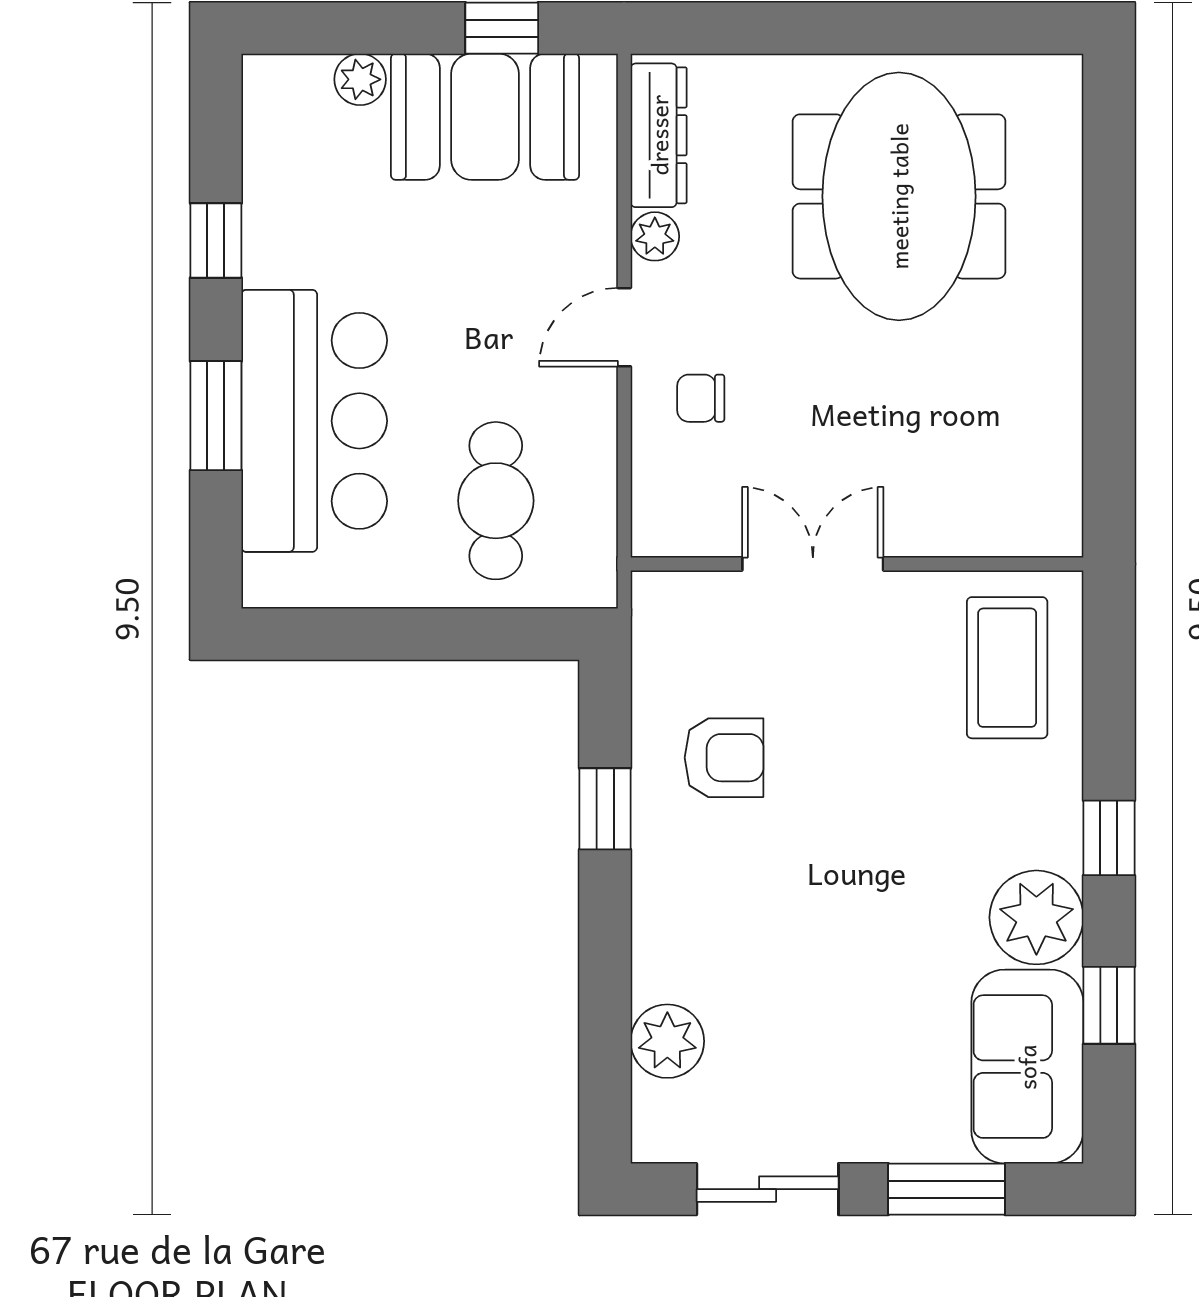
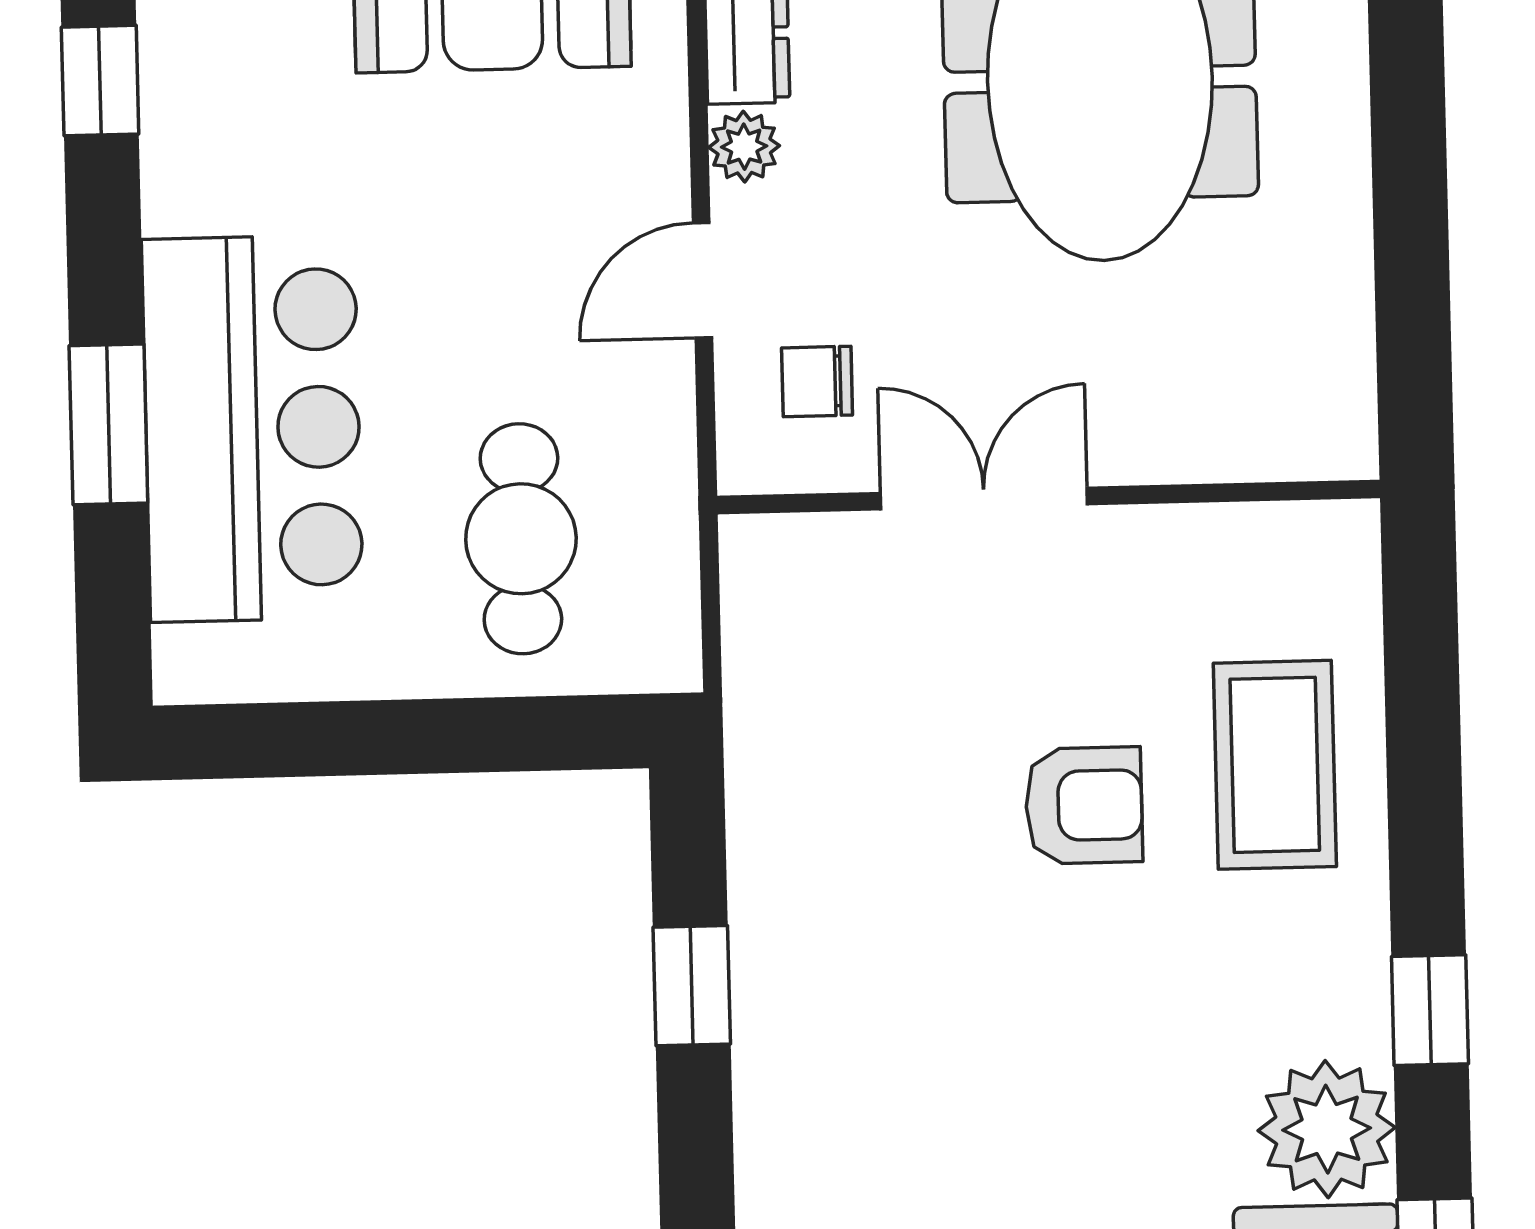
window: (216, 241) -> (100, 81), moved
double door: (813, 564) -> (984, 499), moved
wall: (857, 564) -> (1049, 497), moved
armchair: (724, 758) -> (1084, 805), moved

